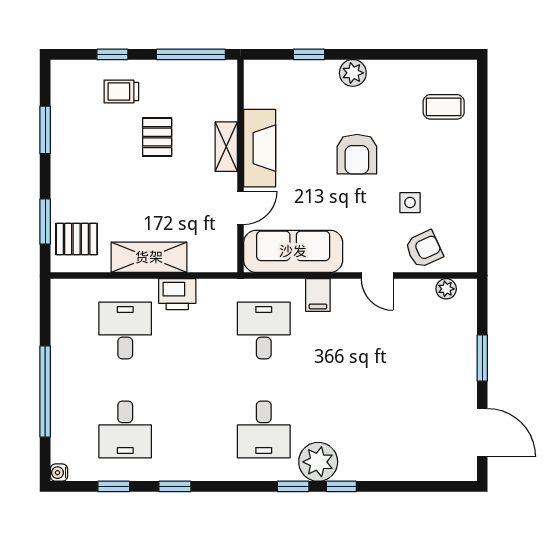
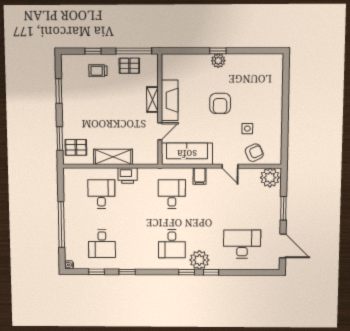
window: (309, 54) -> (218, 51), moved
coffee table: (444, 107) -> (266, 78), removed
pallet: (157, 137) -> (129, 66), moved, turned 90
plant: (446, 289) -> (270, 178), width x1.88, depth x1.88
desk: (402, 429) -> (242, 244), added

